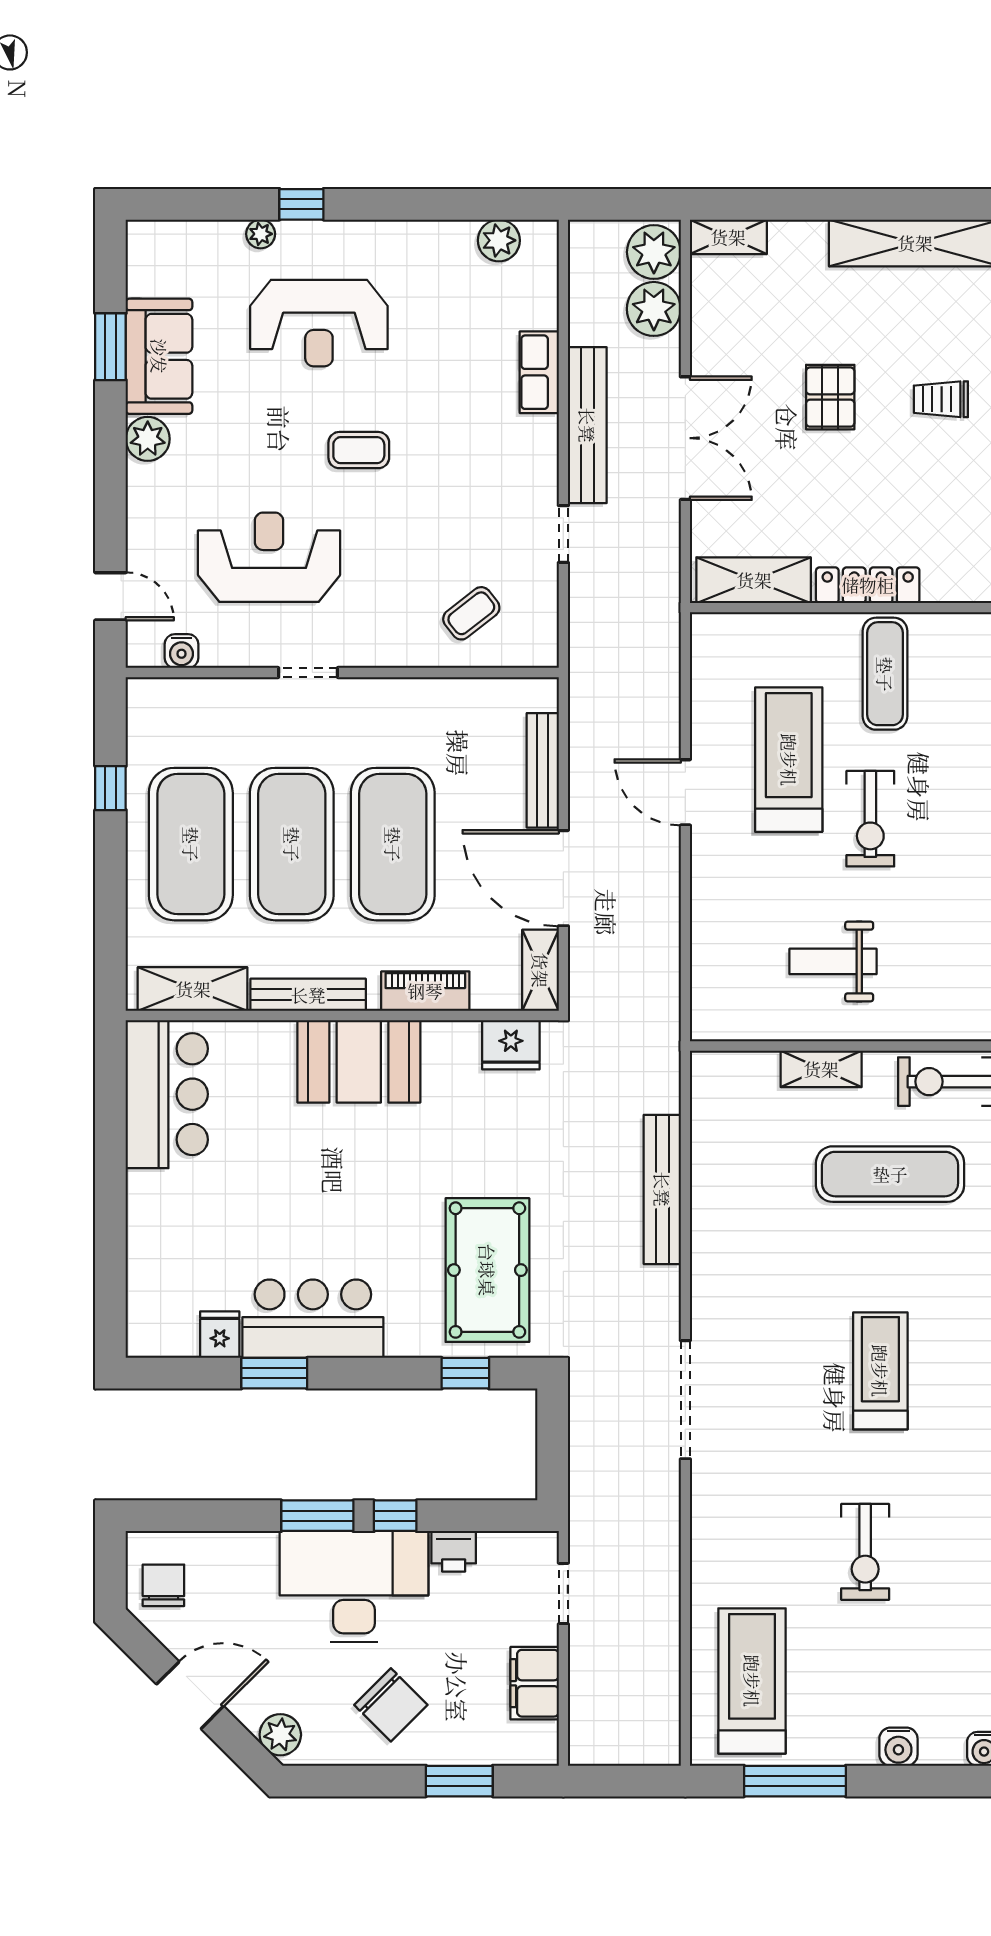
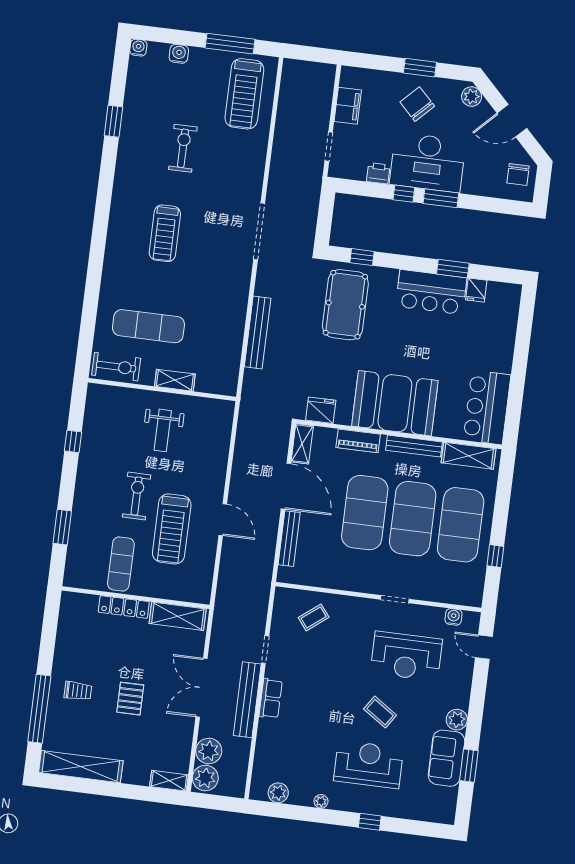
plant: (261, 234) -> (321, 801), moved
row of seats: (539, 372) -> (271, 698), moved
coffee table: (359, 450) -> (380, 712), moved, turned 34
weight bench: (833, 961) -> (163, 430), turned 90
booth: (359, 1061) -> (395, 403), width x1.36, depth x1.42
window: (459, 1781) -> (420, 68), moved

